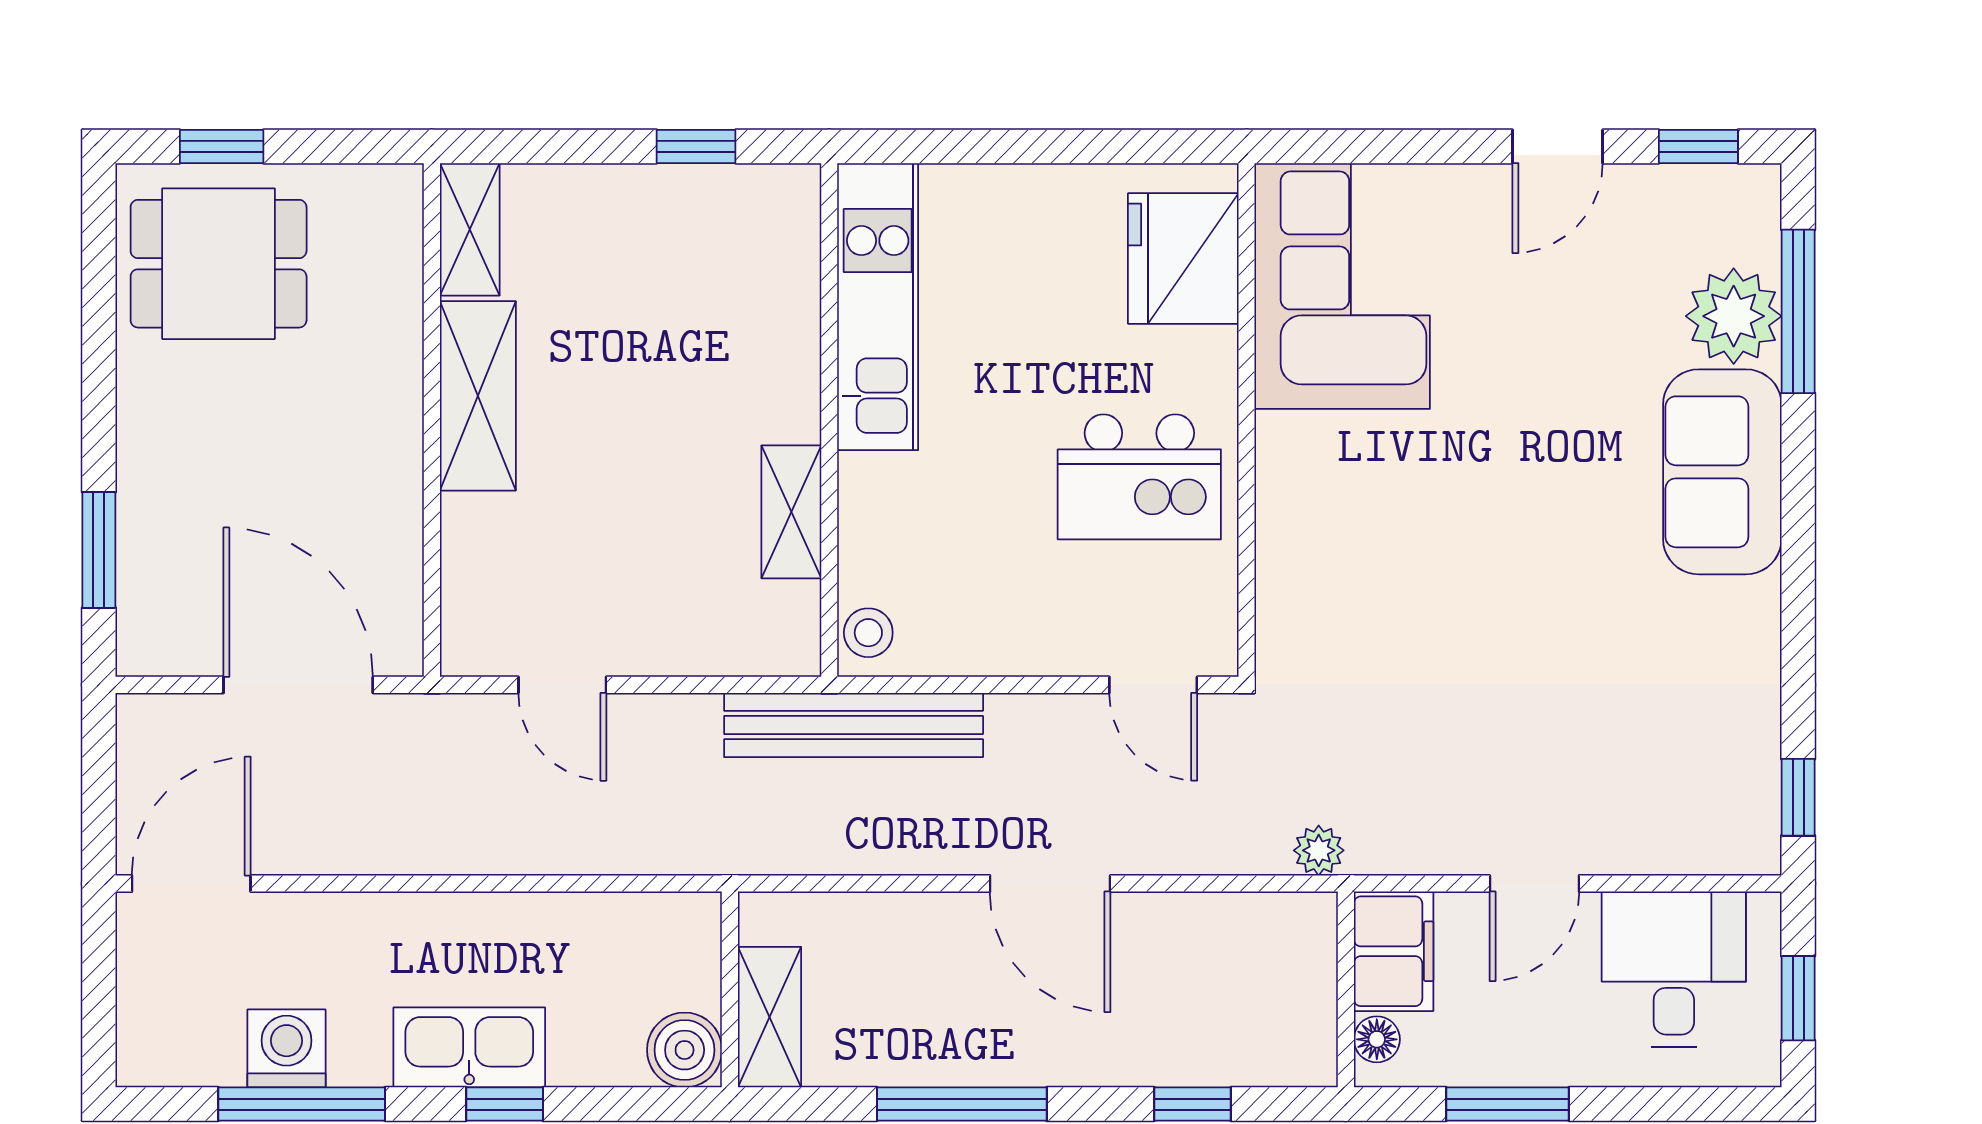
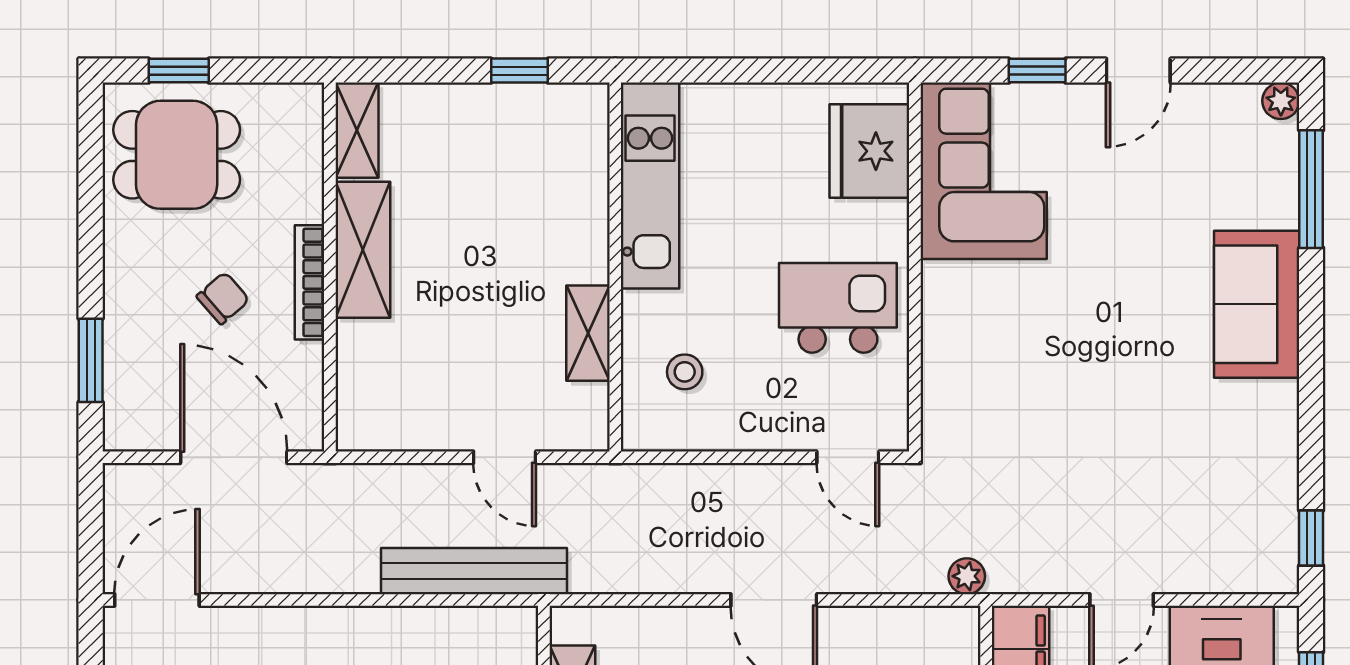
window: (1698, 146) -> (1037, 71), moved
plant: (1734, 316) -> (1281, 101), moved, width x0.53, depth x0.53
bookcase: (404, 441) -> (309, 282), added
chair: (283, 463) -> (223, 298), added
kitchen island: (1139, 477) -> (838, 308), turned 180
stool: (868, 633) -> (685, 372), moved
door: (562, 685) -> (505, 457), moved
bench: (854, 725) -> (474, 571), moved

